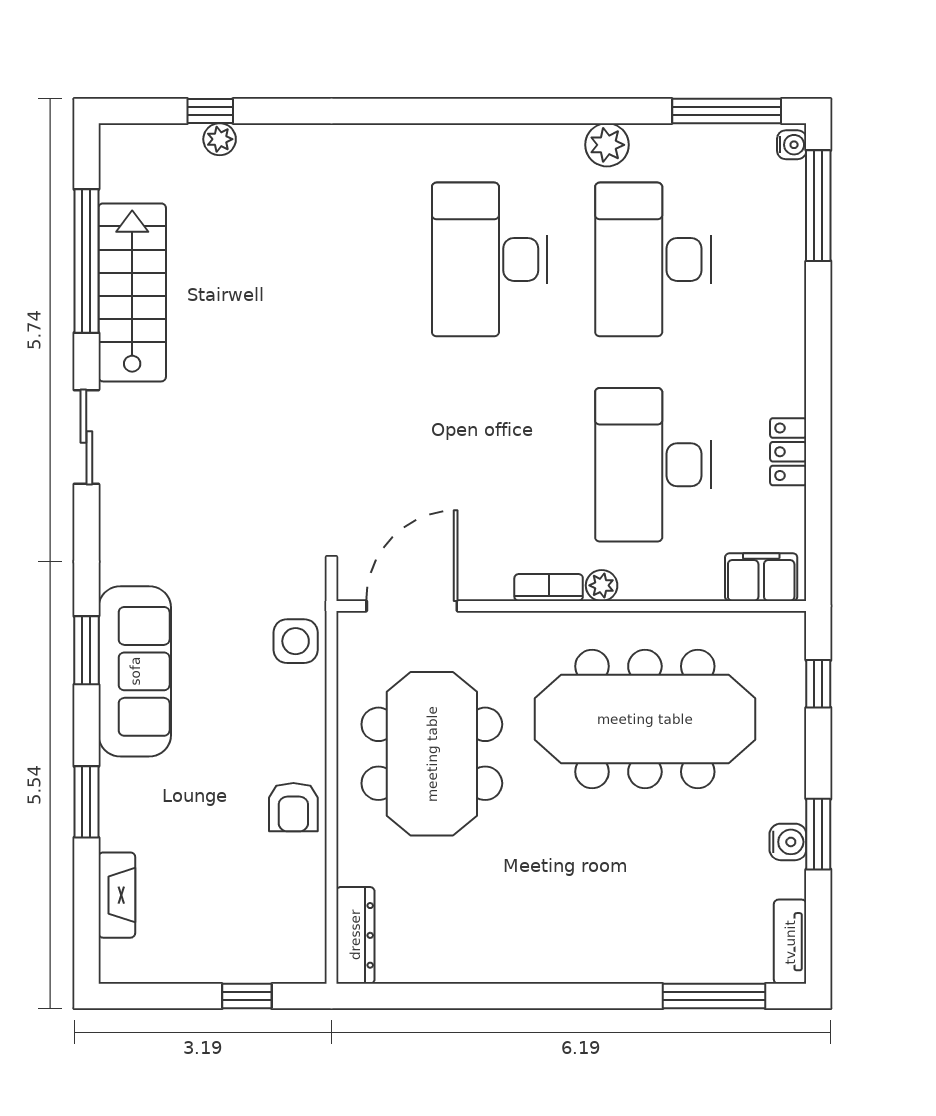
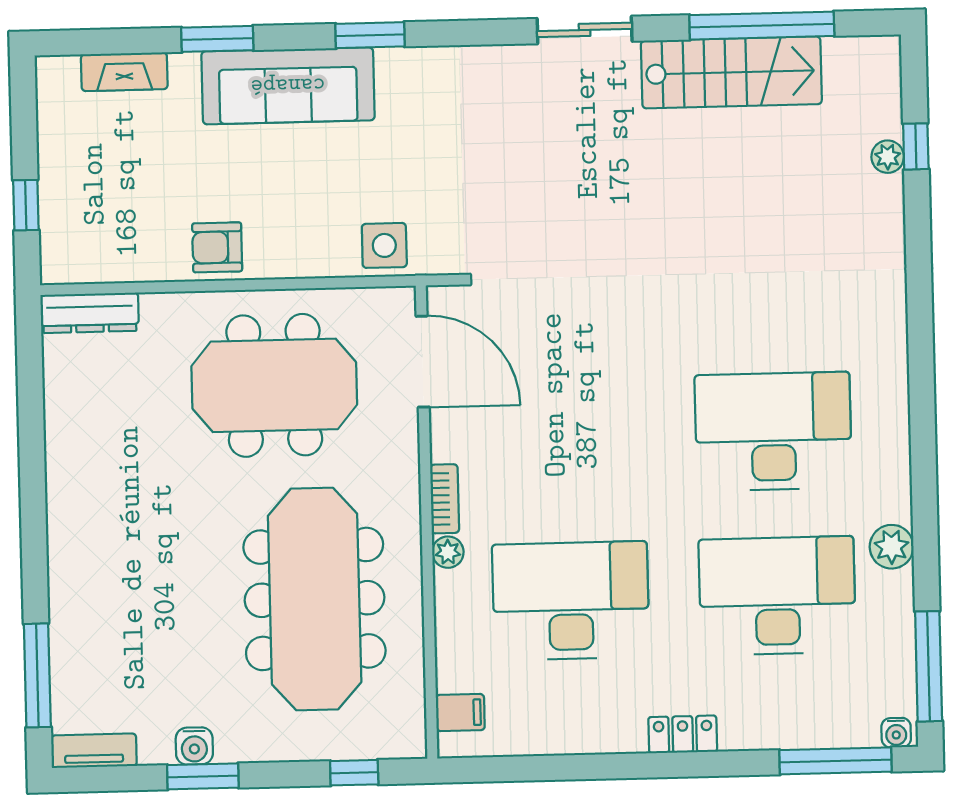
locker: (788, 452) -> (683, 734), moved
filing cabinet: (761, 577) -> (460, 713), width x0.50
sofa: (135, 671) -> (288, 86), moved

